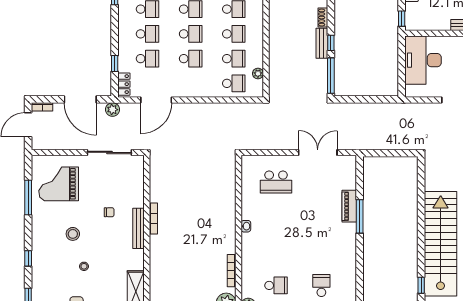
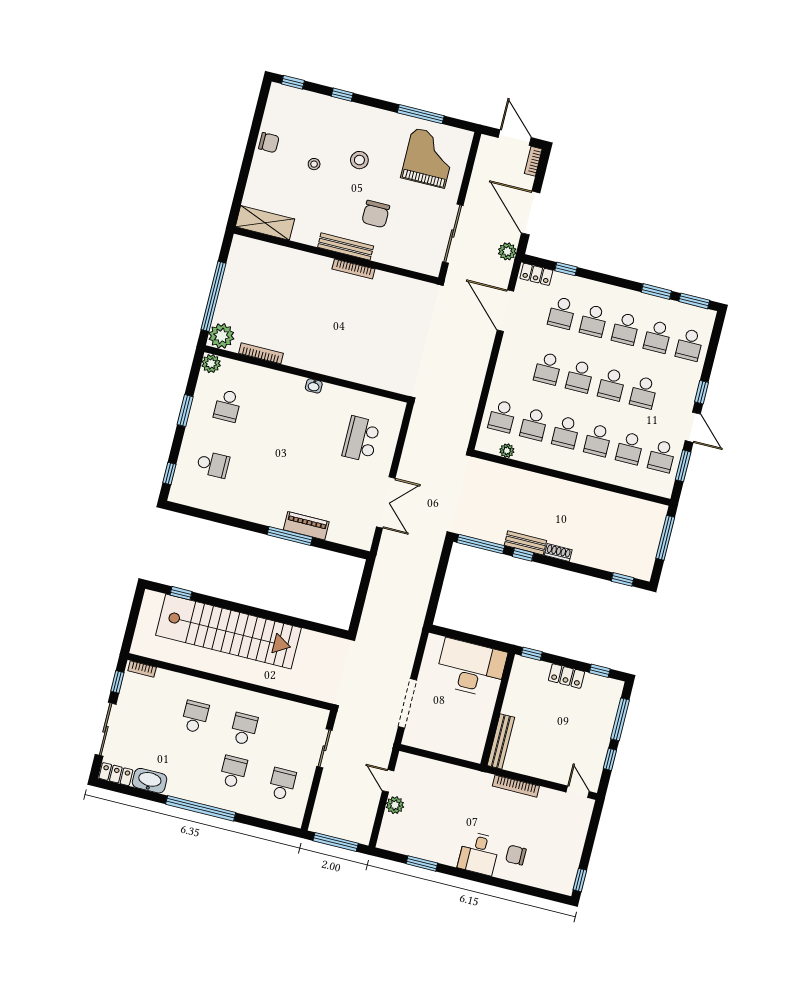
door: (80, 99) -> (531, 213), hinge flipped
chair: (109, 212) -> (376, 214), width x1.87, depth x1.87

